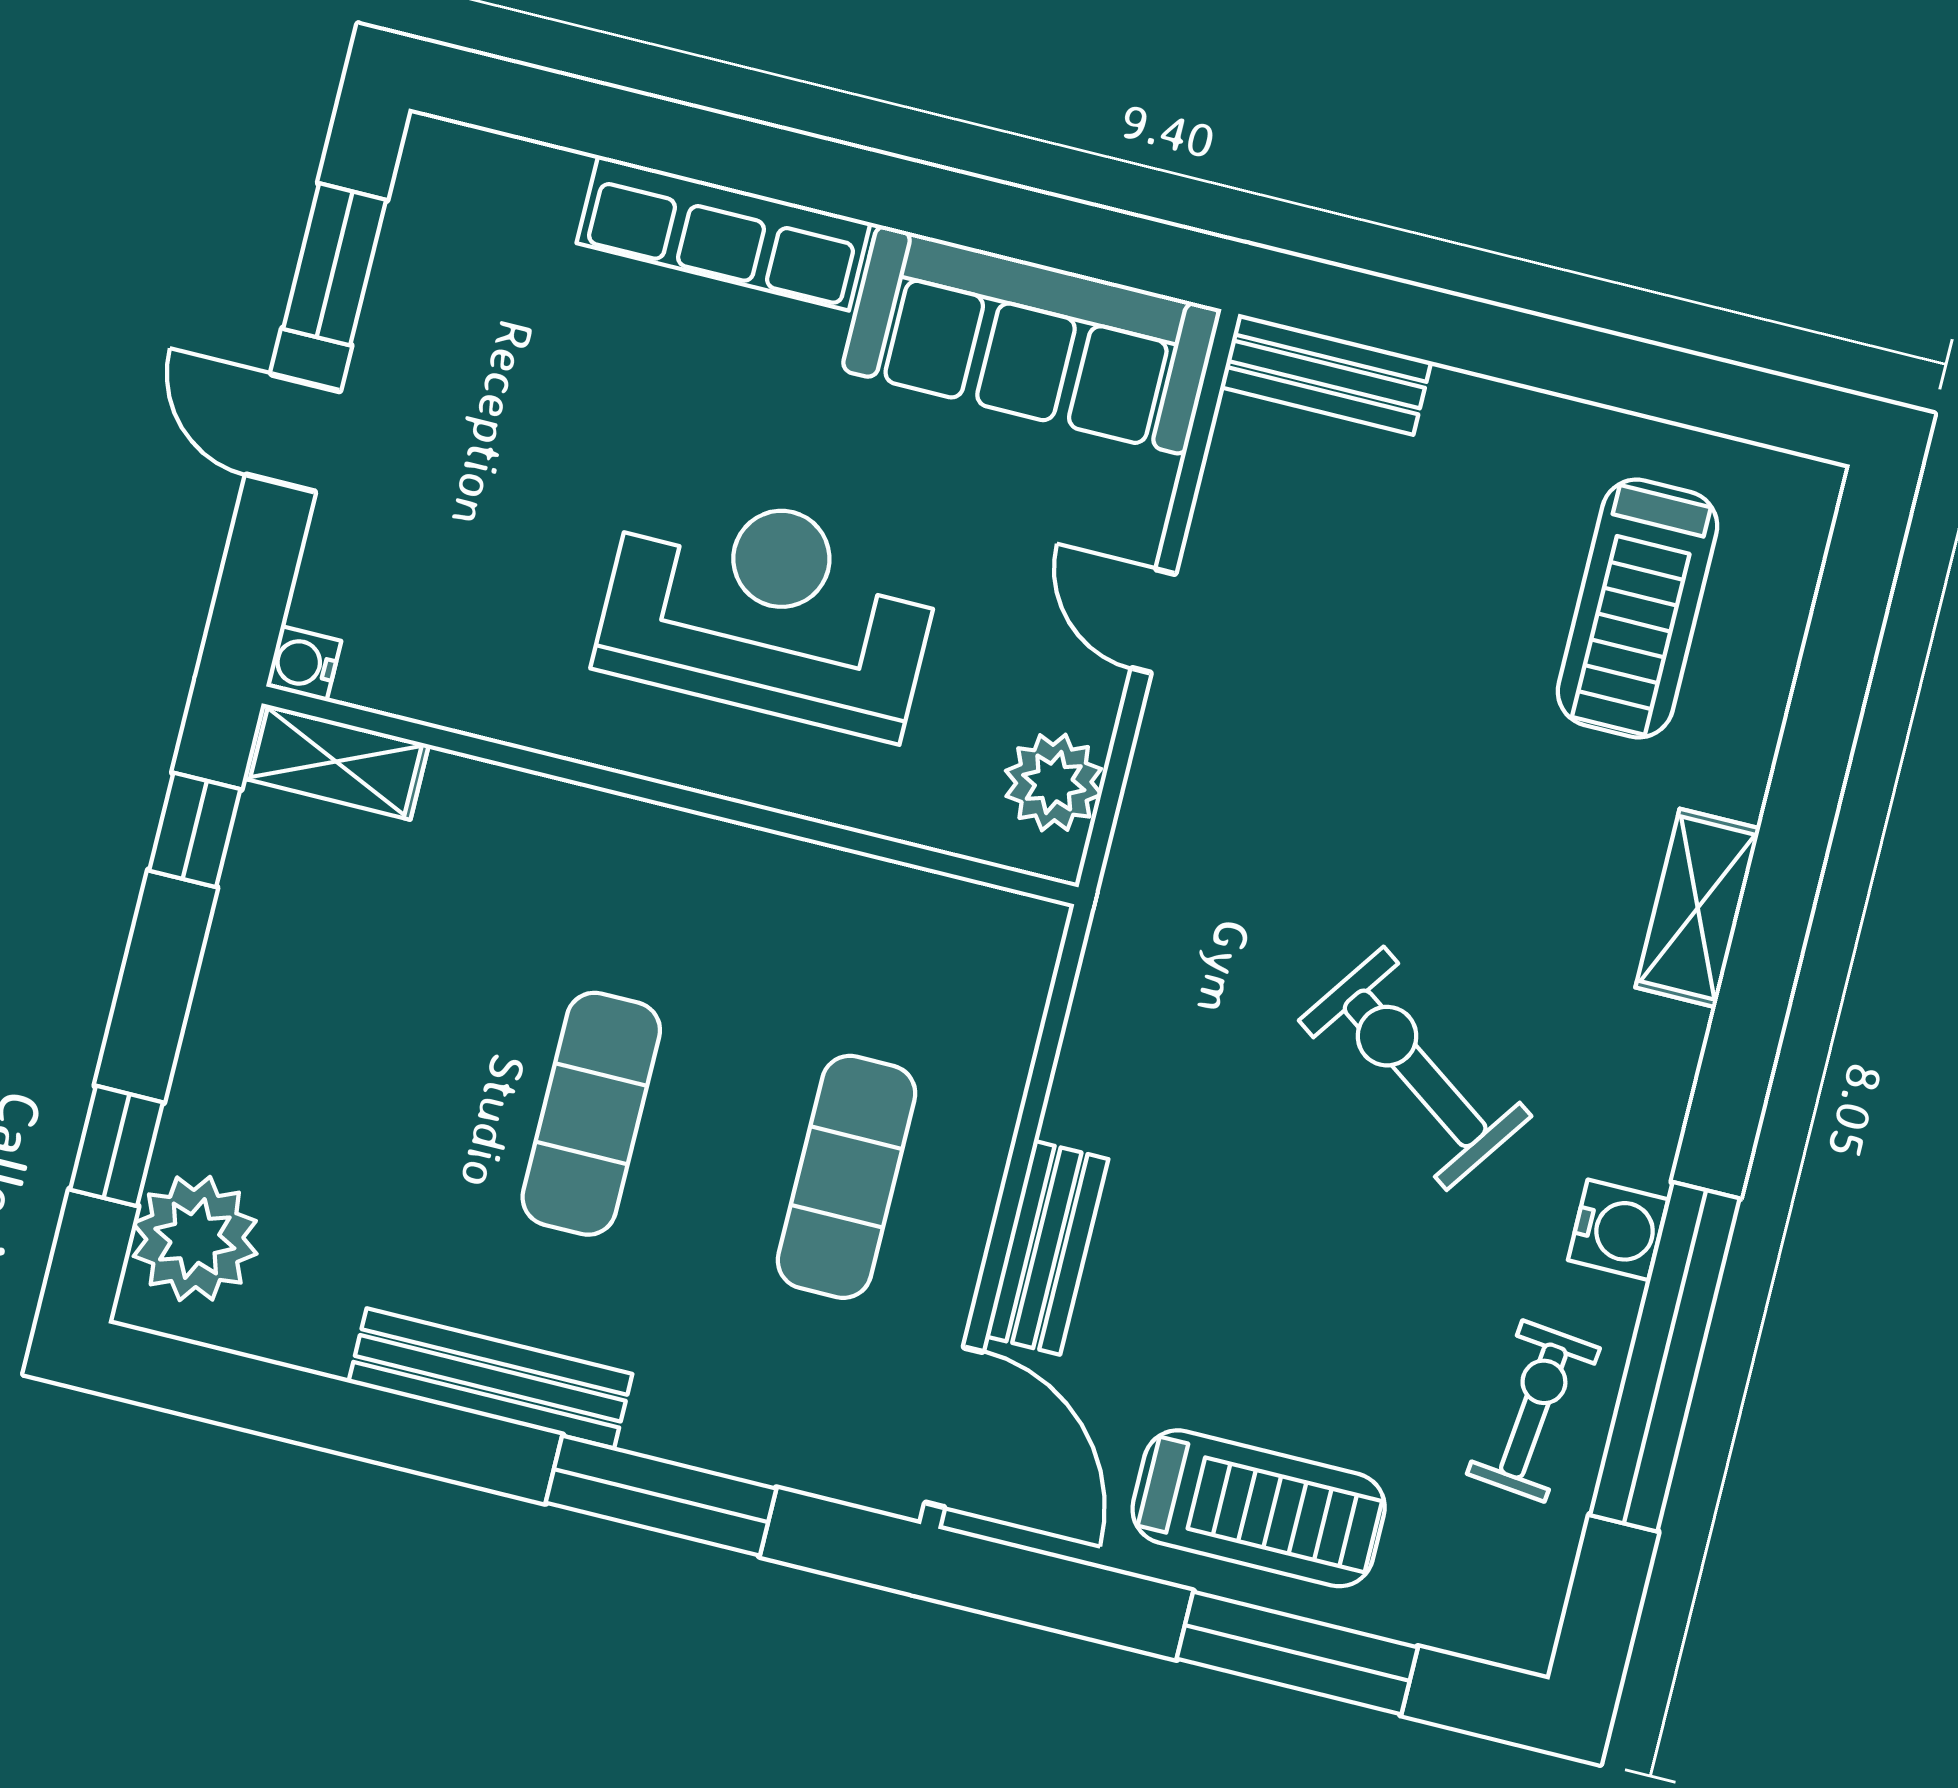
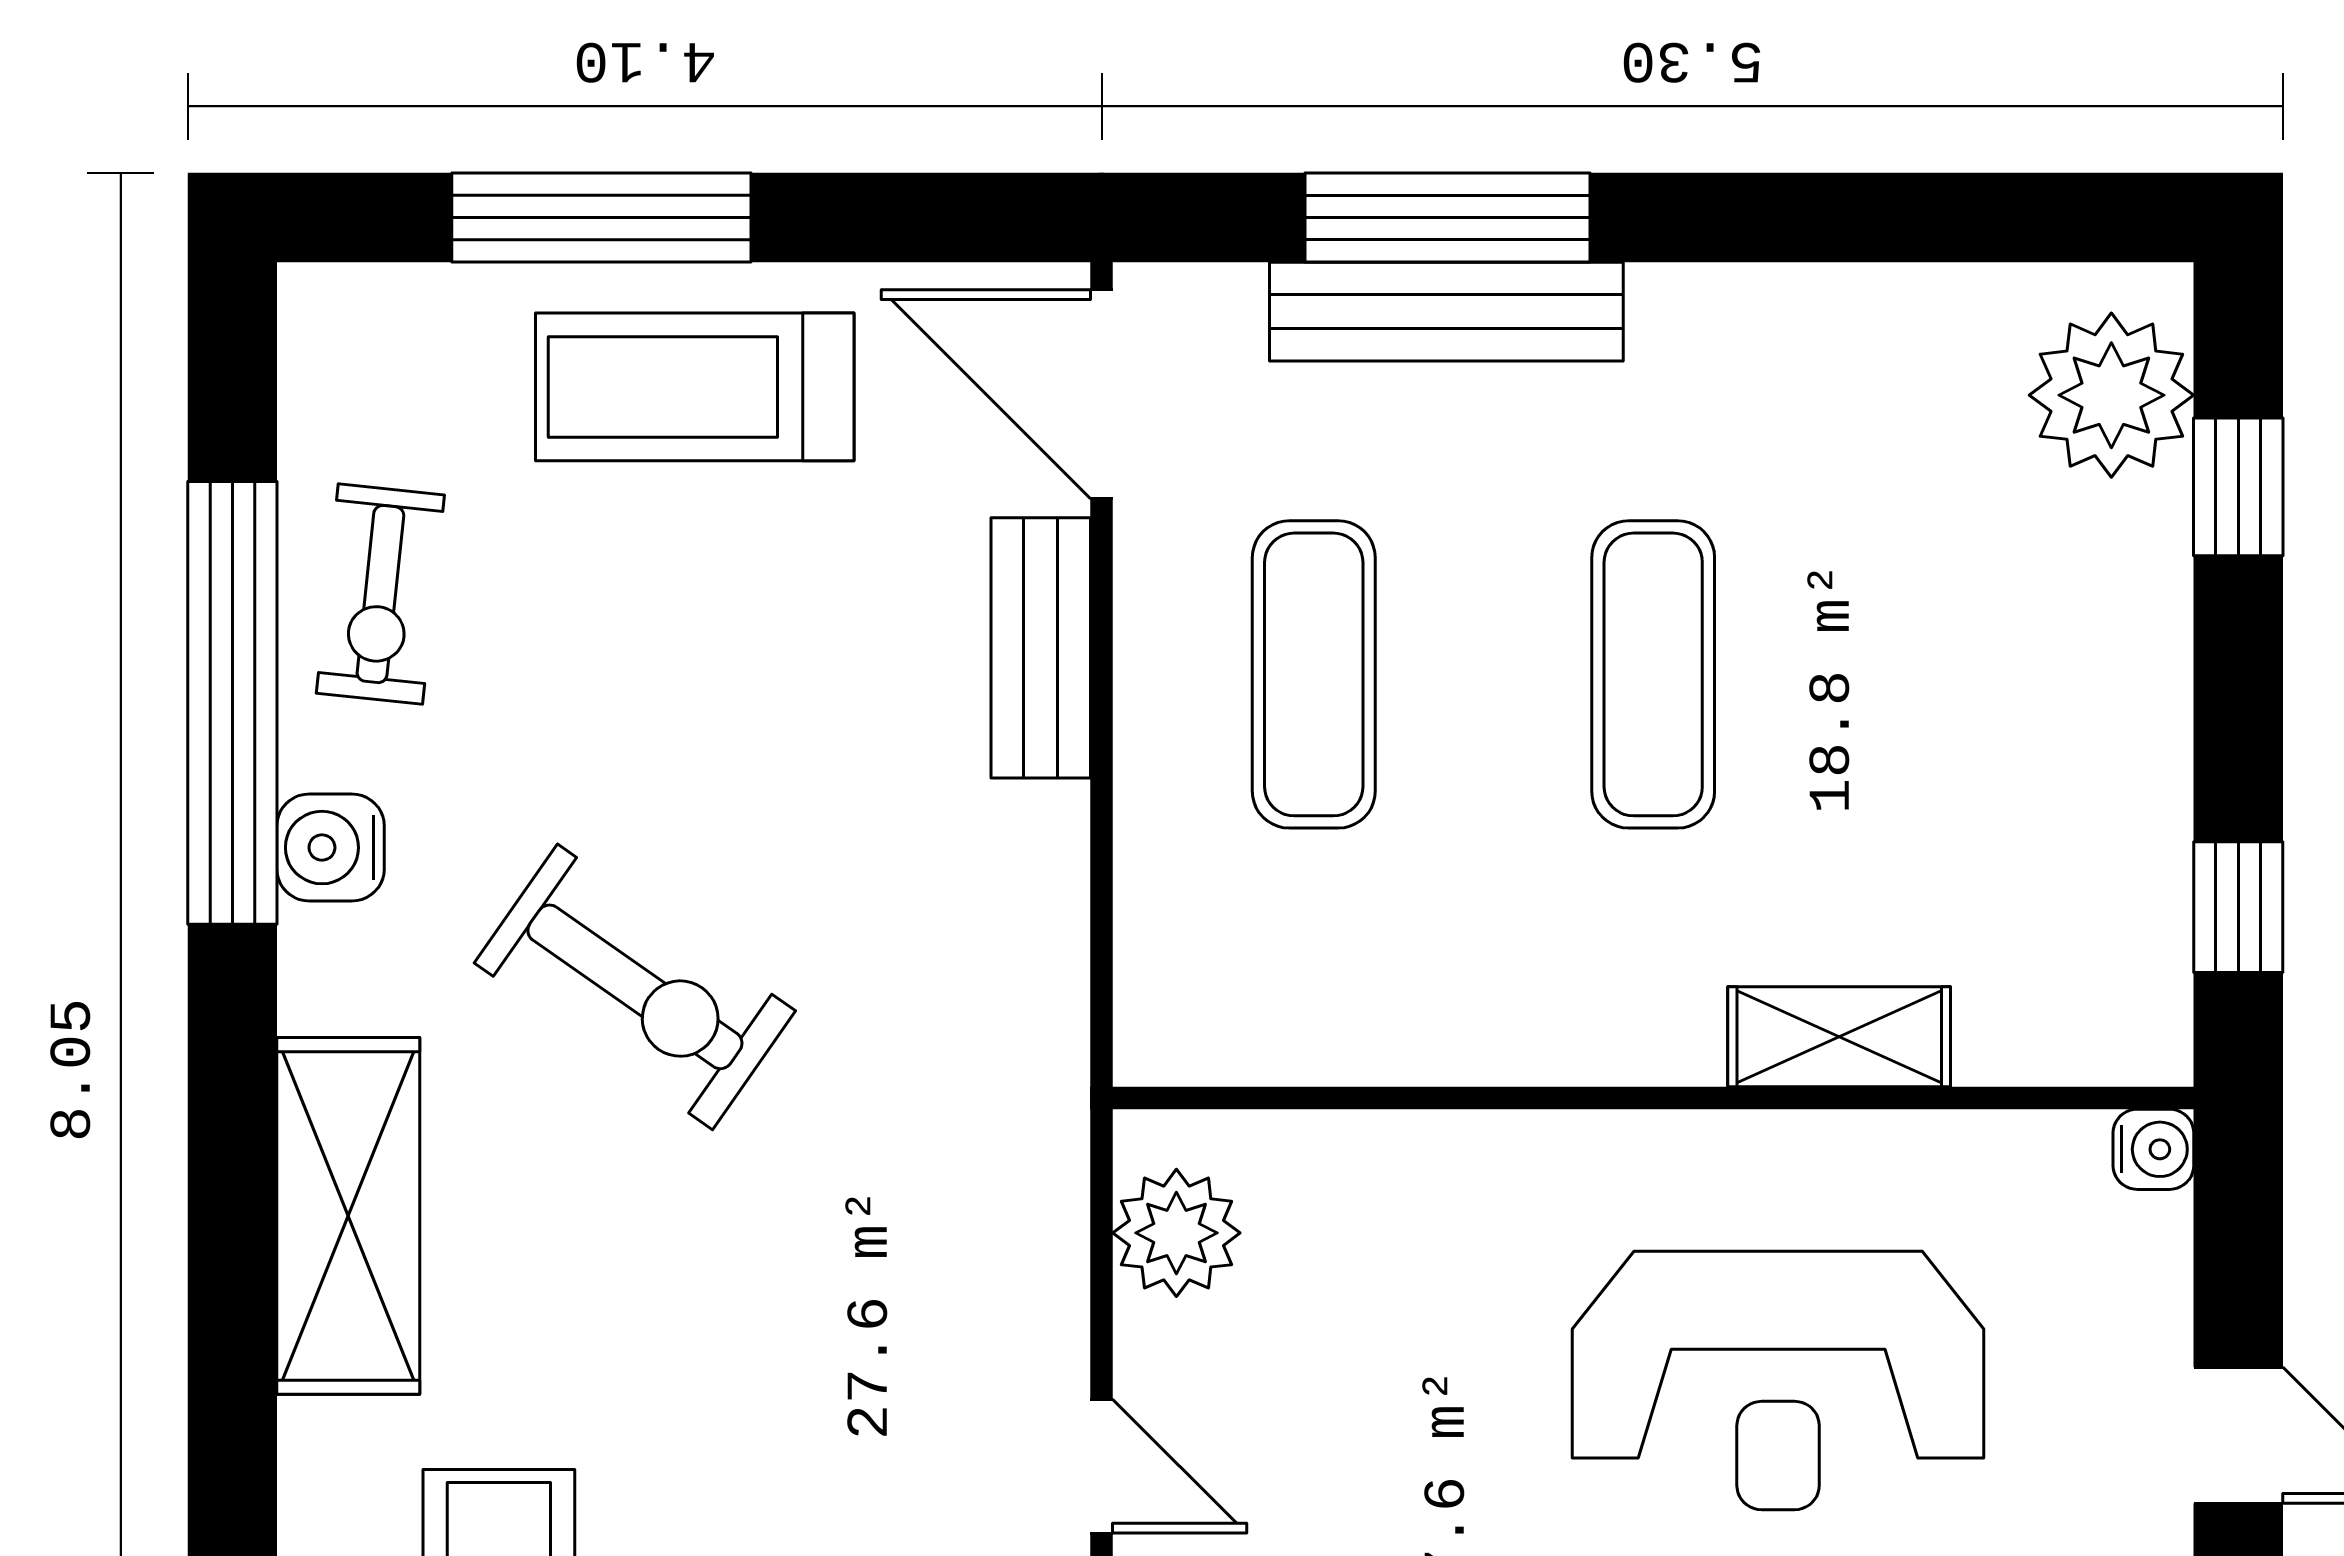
reception desk: (769, 609) -> (1778, 1381), moved
shelving: (336, 761) -> (1839, 1037), moved
shelving: (1698, 908) -> (348, 1216), width x1.50, depth x1.33
bench: (490, 1378) -> (1446, 312), moved

